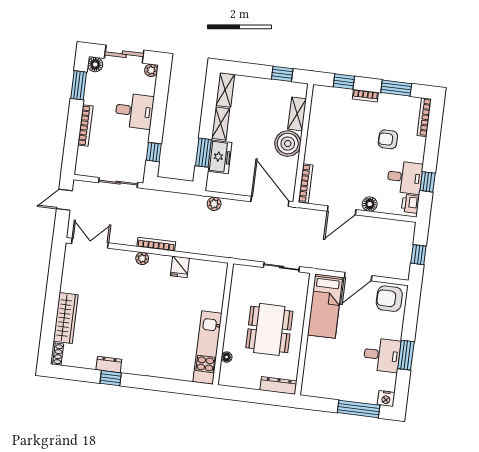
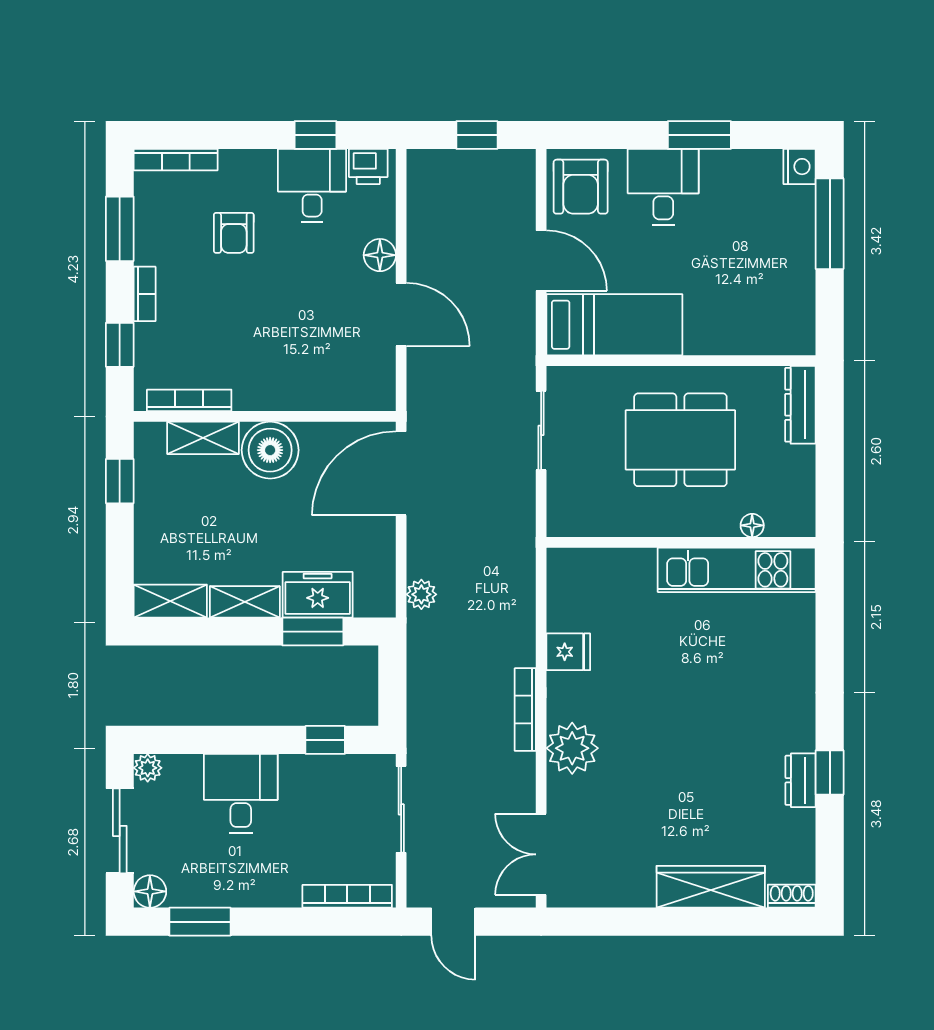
bookcase: (85, 126) -> (347, 896), moved
bookcase: (306, 183) -> (189, 400), moved
plant: (142, 258) -> (572, 748), width x1.87, depth x1.87
desk: (382, 355) -> (663, 187), moved

